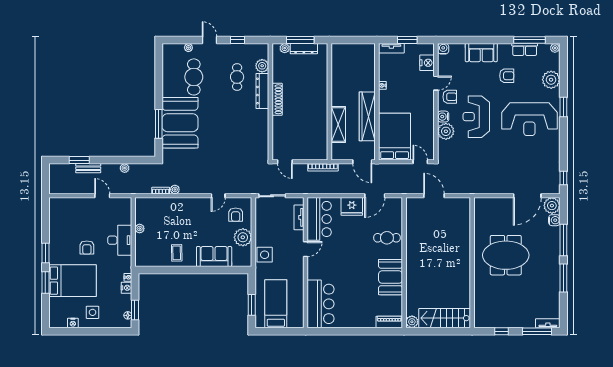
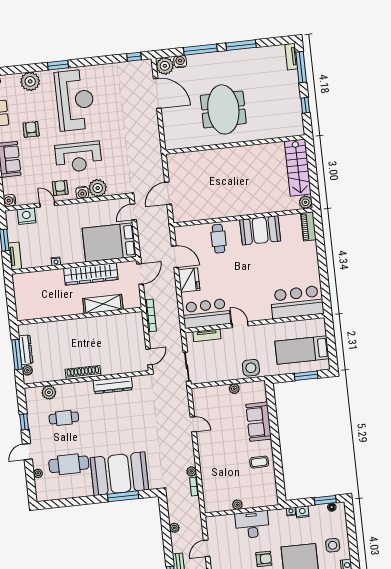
dresser: (262, 91) -> (113, 385), moved
armchair: (236, 215) -> (211, 403), removed
plant: (243, 237) -> (234, 389), width x0.53, depth x0.53

